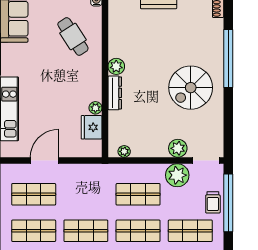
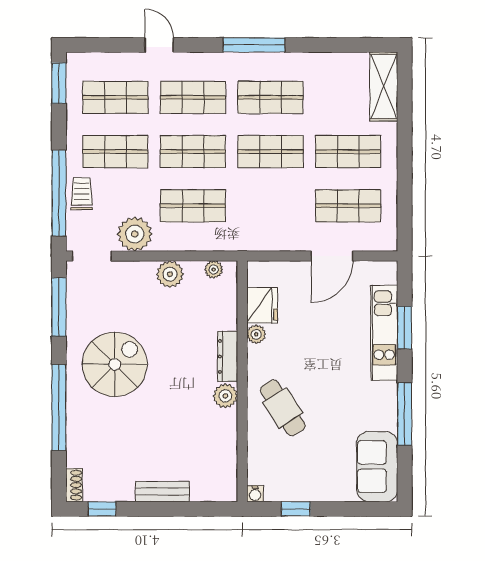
cafe table: (73, 36) -> (283, 408), moved
window: (228, 126) -> (59, 307), added
plant: (178, 148) -> (170, 274), moved

